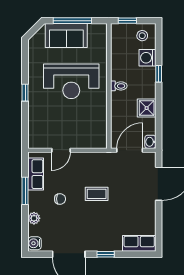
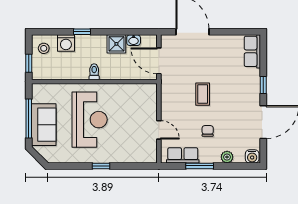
washbasin: (150, 142) -> (134, 40), moved

